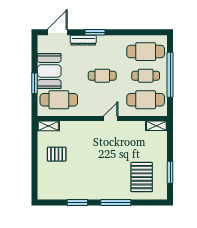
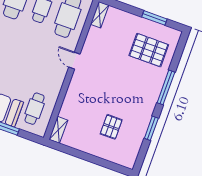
cafe table: (102, 76) -> (26, 53), removed
cafe table: (59, 100) -> (35, 109), width x0.73, depth x0.74
pallet: (57, 154) -> (111, 127), moved

